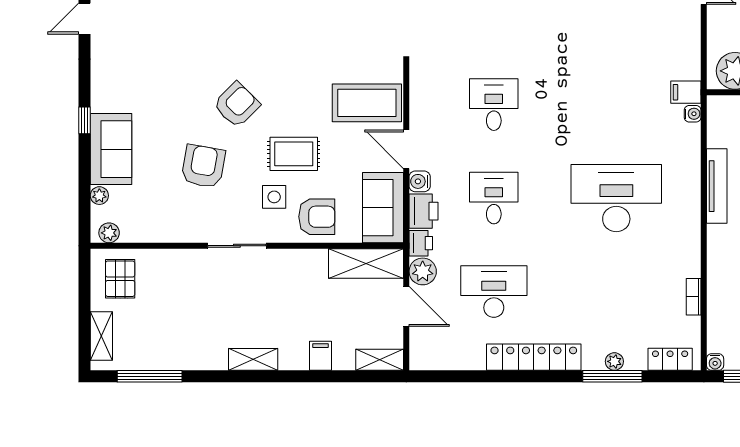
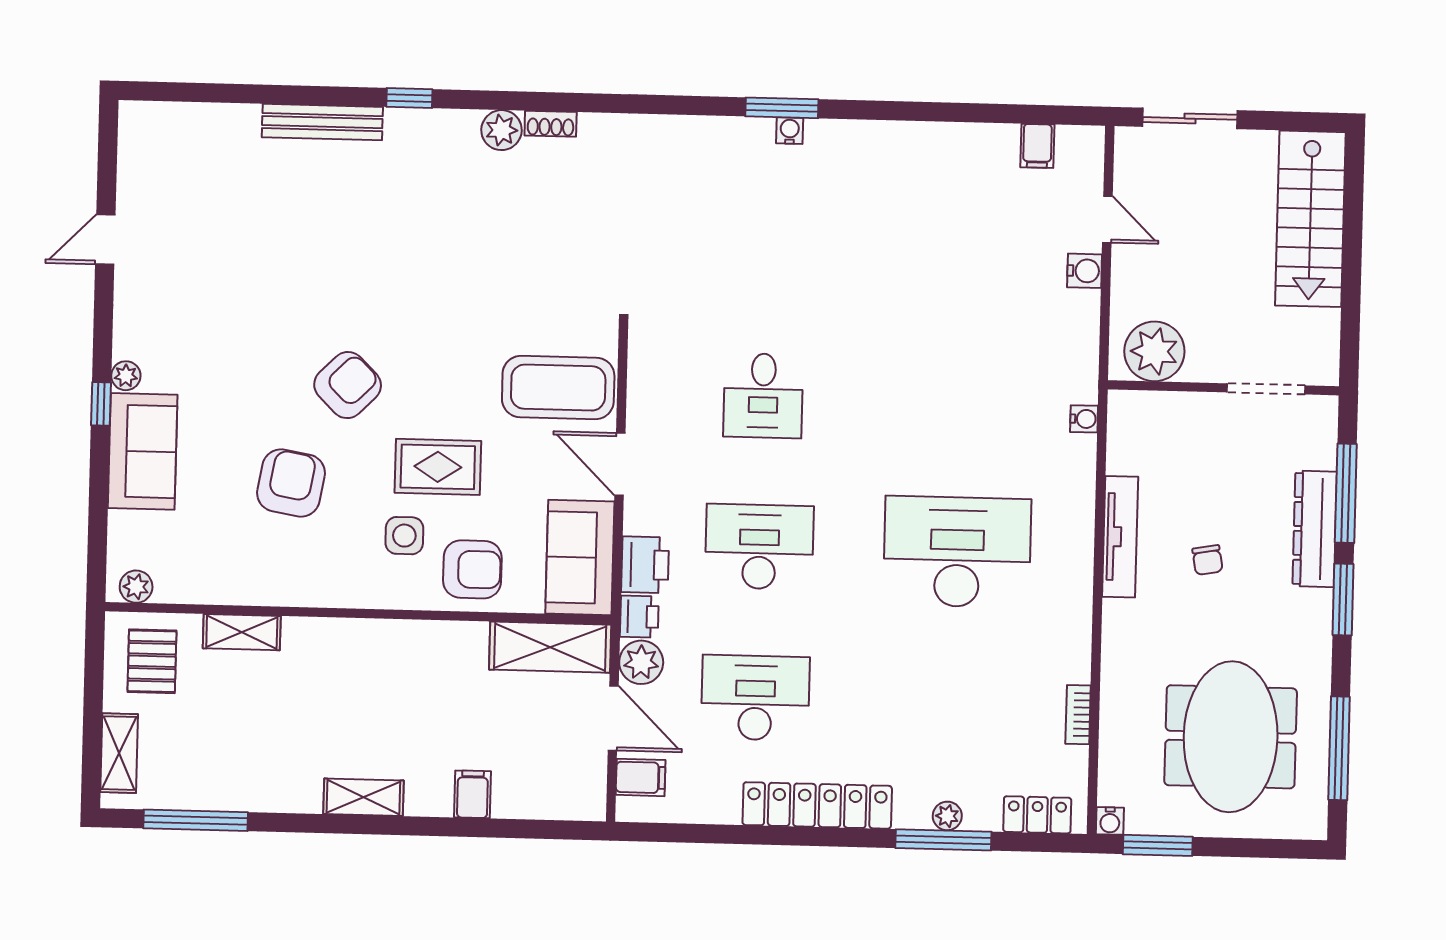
filing cabinet: (686, 92) -> (641, 777), moved, turned 180
desk: (494, 105) -> (763, 396), turned 180
water cooler: (420, 181) -> (1085, 271), moved, turned 180
plant: (99, 196) -> (126, 376), moved
desk: (494, 198) -> (759, 547), width x1.37
sliding door: (237, 246) -> (342, 613), removed
shelving: (380, 360) -> (242, 632), moved

